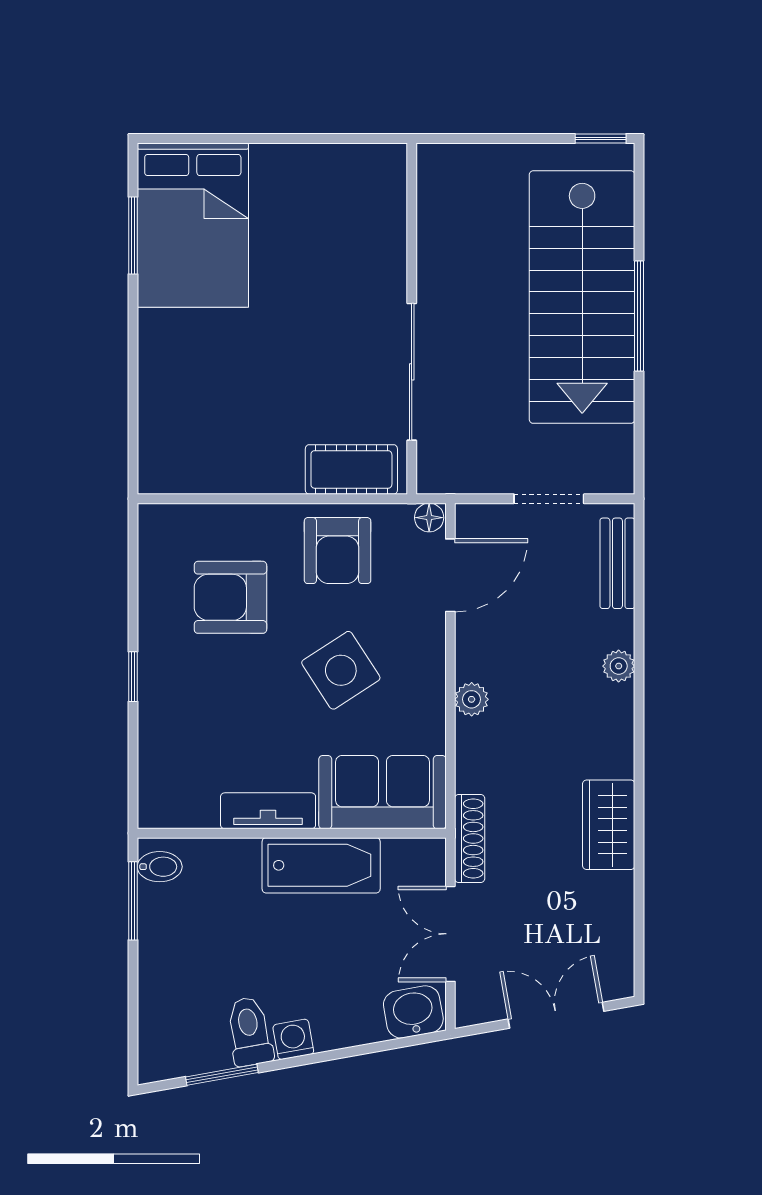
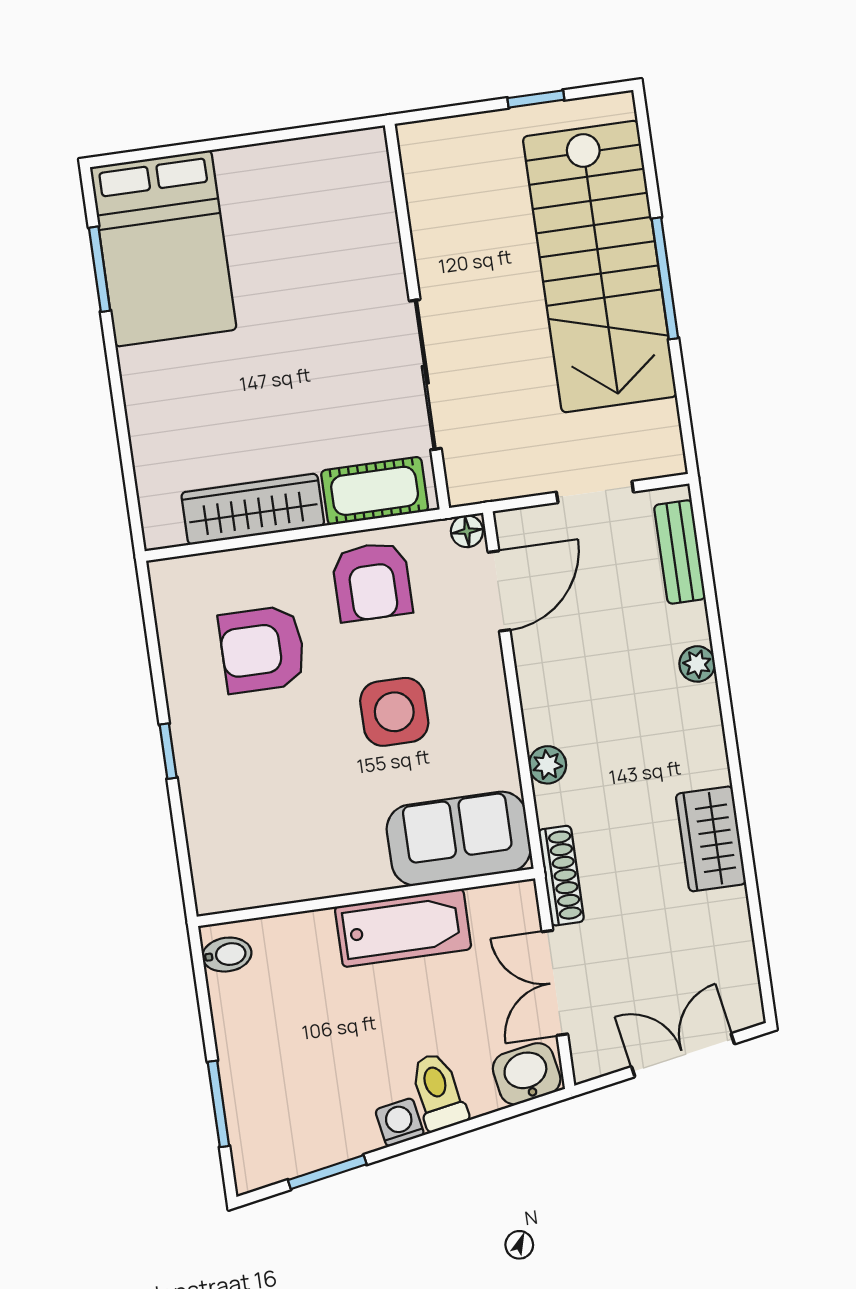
window: (601, 138) -> (536, 99), moved
wardrobe: (240, 470) -> (253, 509), added
side table: (341, 670) -> (394, 712), turned 33
plant: (472, 699) -> (547, 765), moved
tv unit: (268, 811) -> (337, 877), removed
window: (133, 901) -> (218, 1104), moved
toilet: (249, 1031) -> (438, 1092), moved

